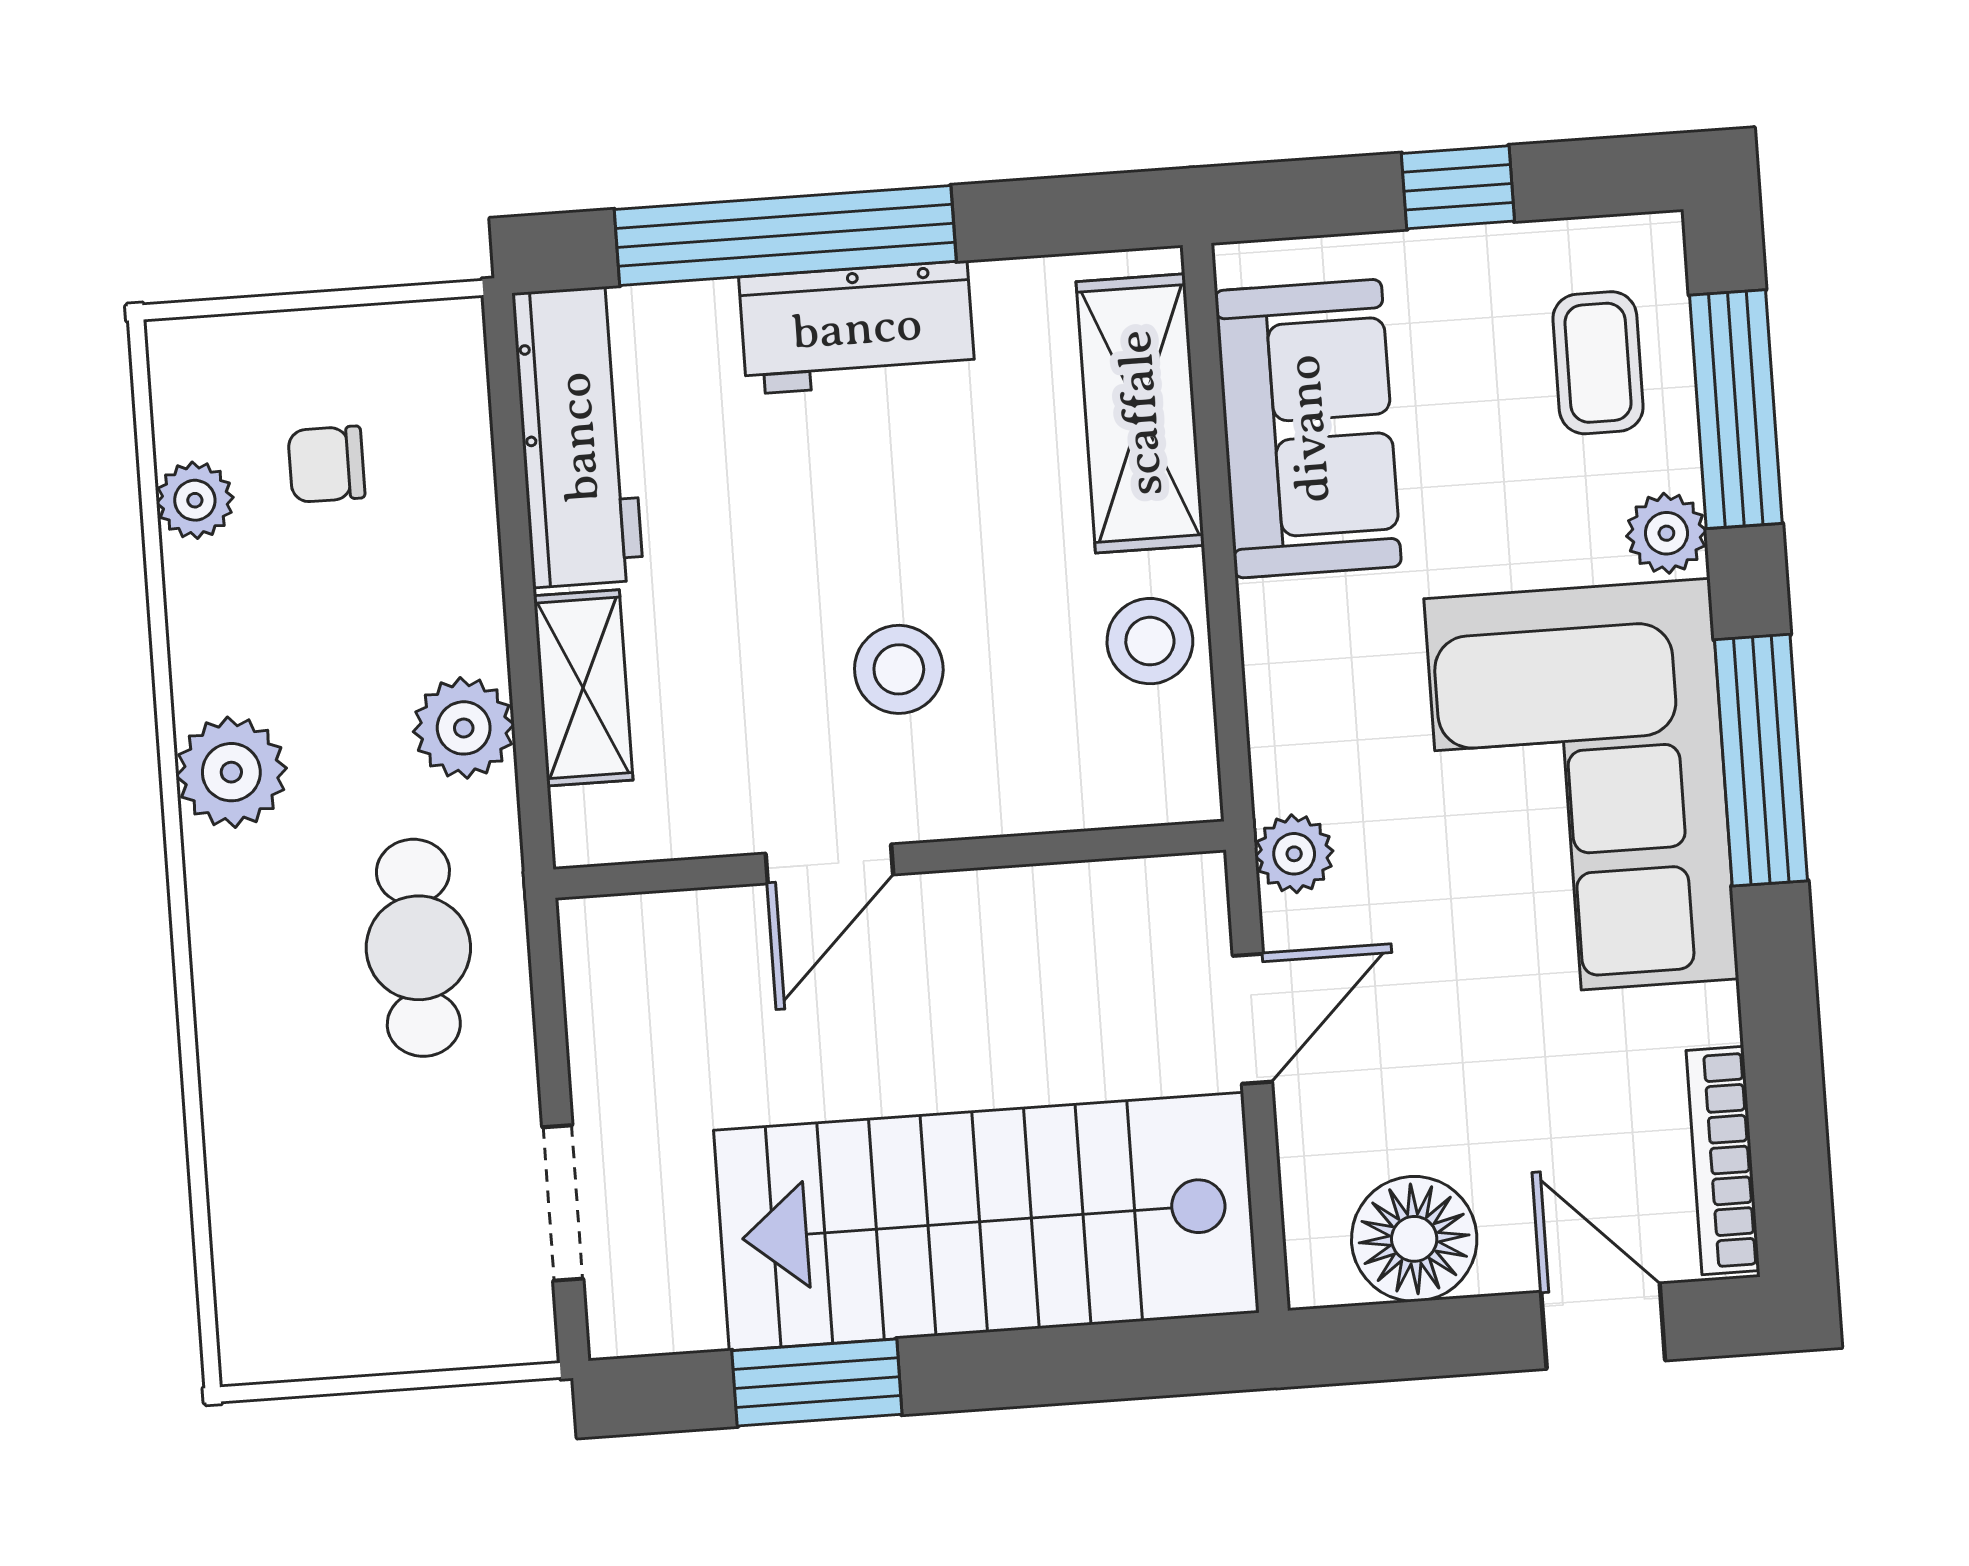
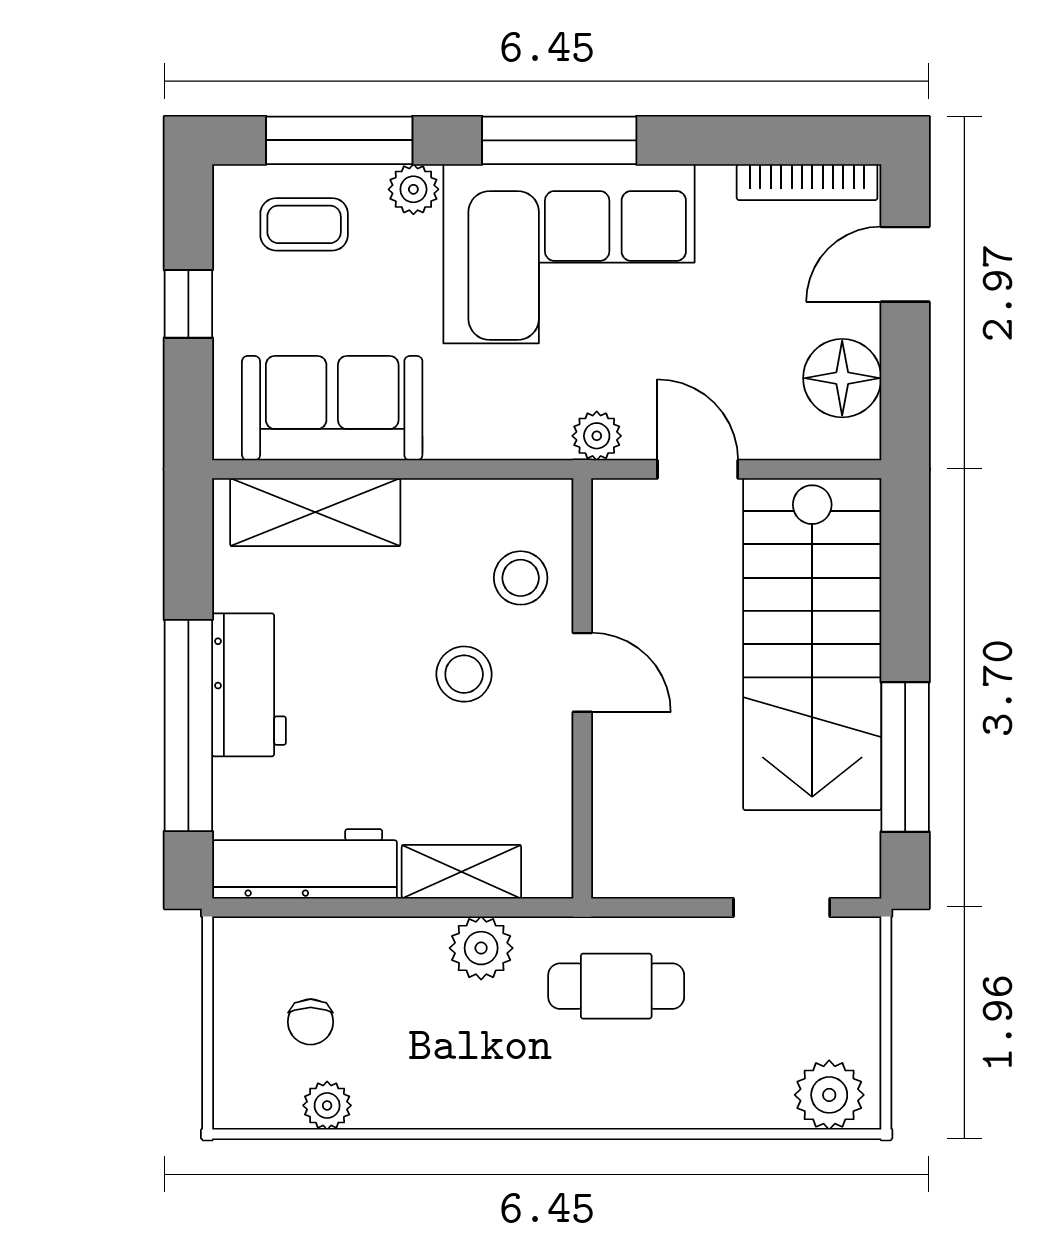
stool: (1150, 641) -> (521, 578), moved
plant: (231, 772) -> (829, 1095), moved
door: (829, 864) -> (582, 672), moved
window: (817, 1382) -> (905, 757), width x1.44

